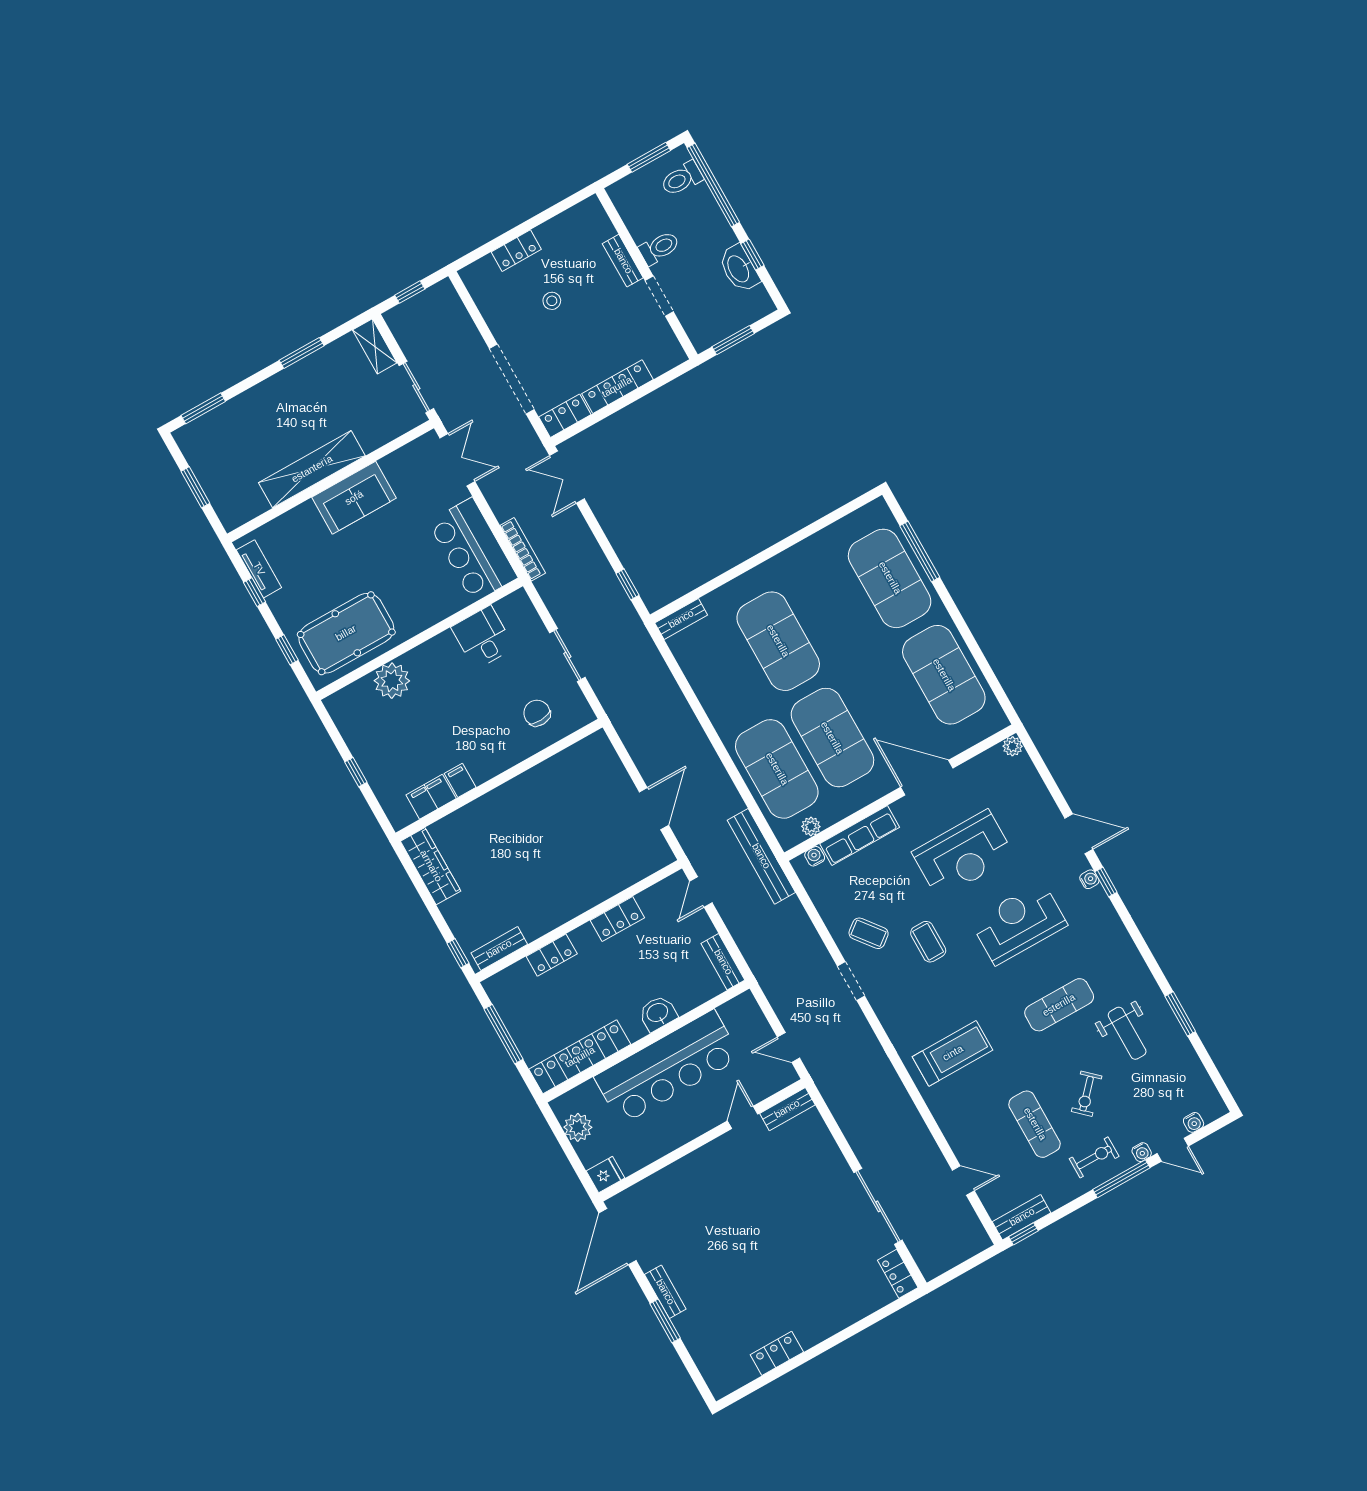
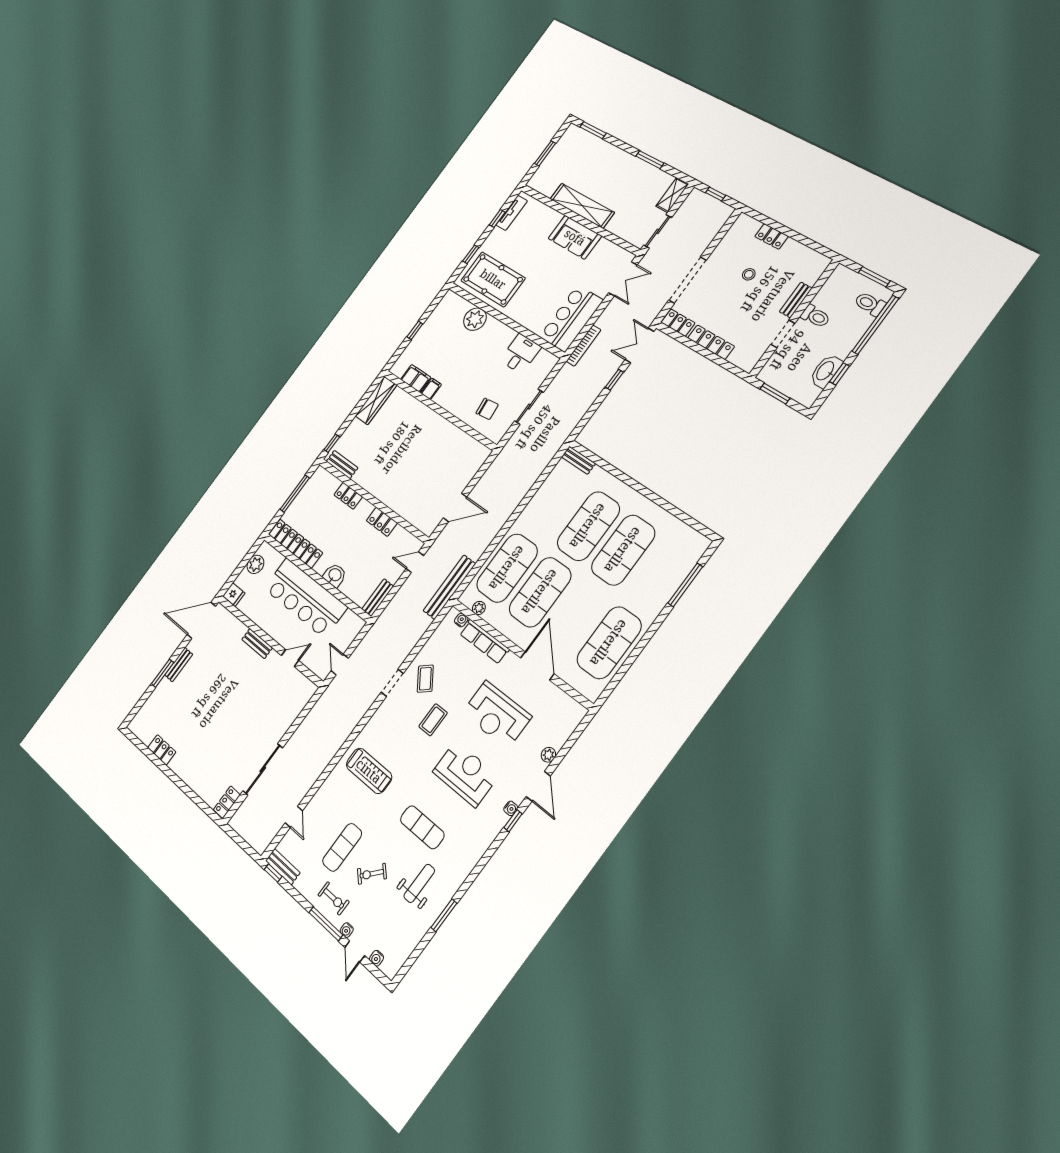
exercise mat: (890, 578) -> (623, 550), moved
window: (627, 584) -> (614, 380), moved
chair: (537, 713) -> (487, 409), turned 86
plant: (1013, 746) -> (548, 755), moved
weight bench: (1127, 1033) -> (419, 883), turned 180
bench: (787, 1109) -> (257, 644), moved

